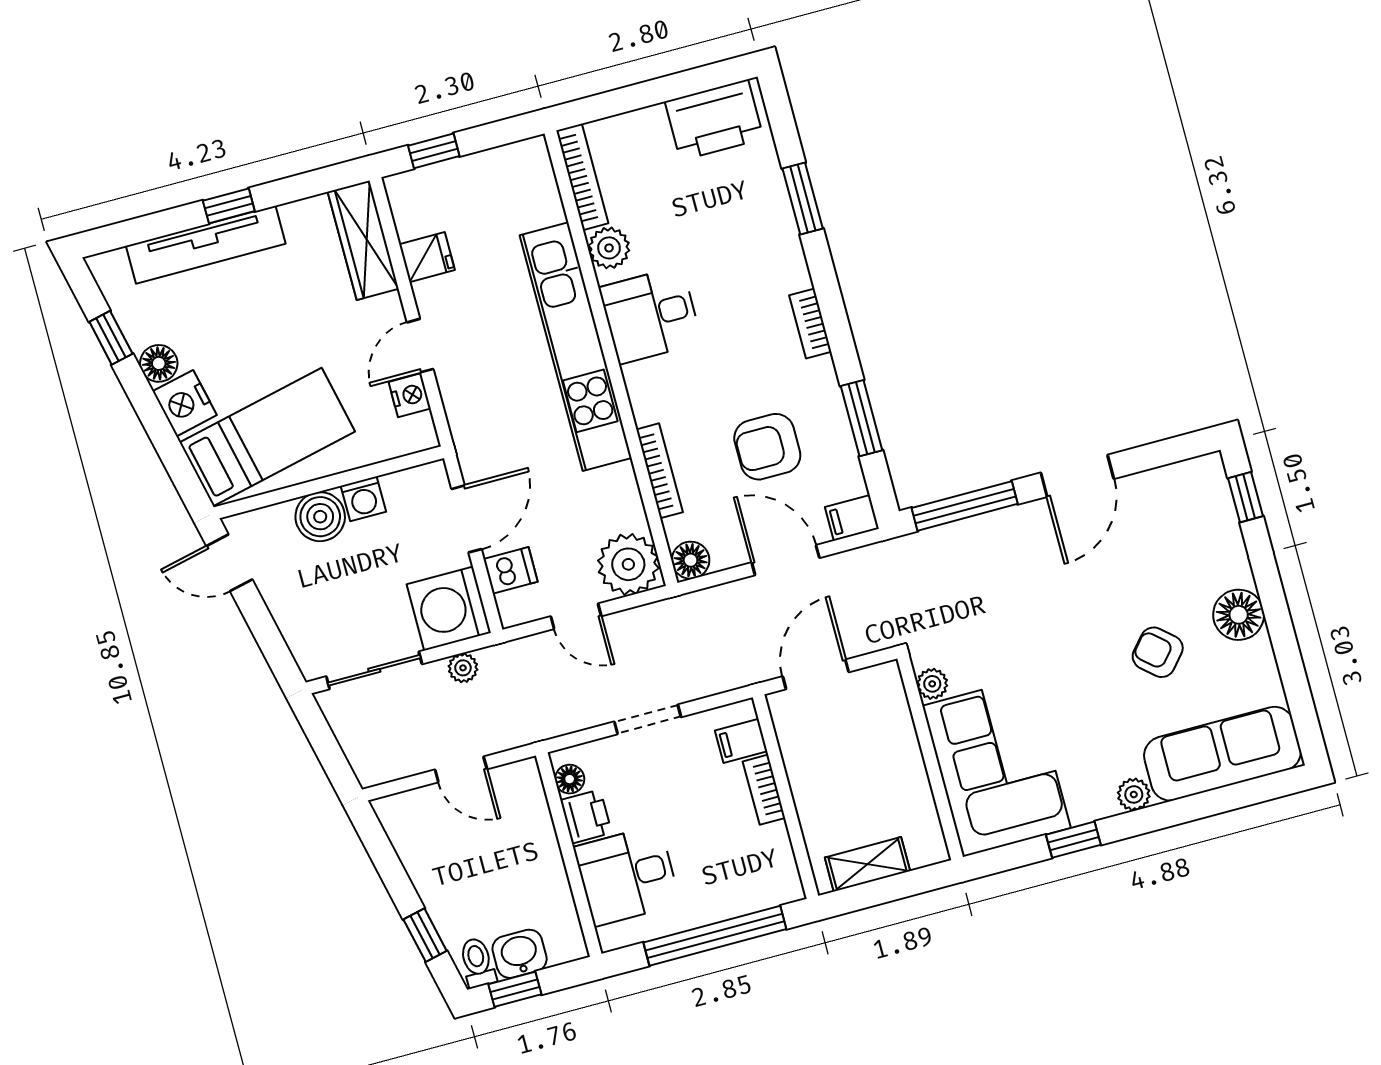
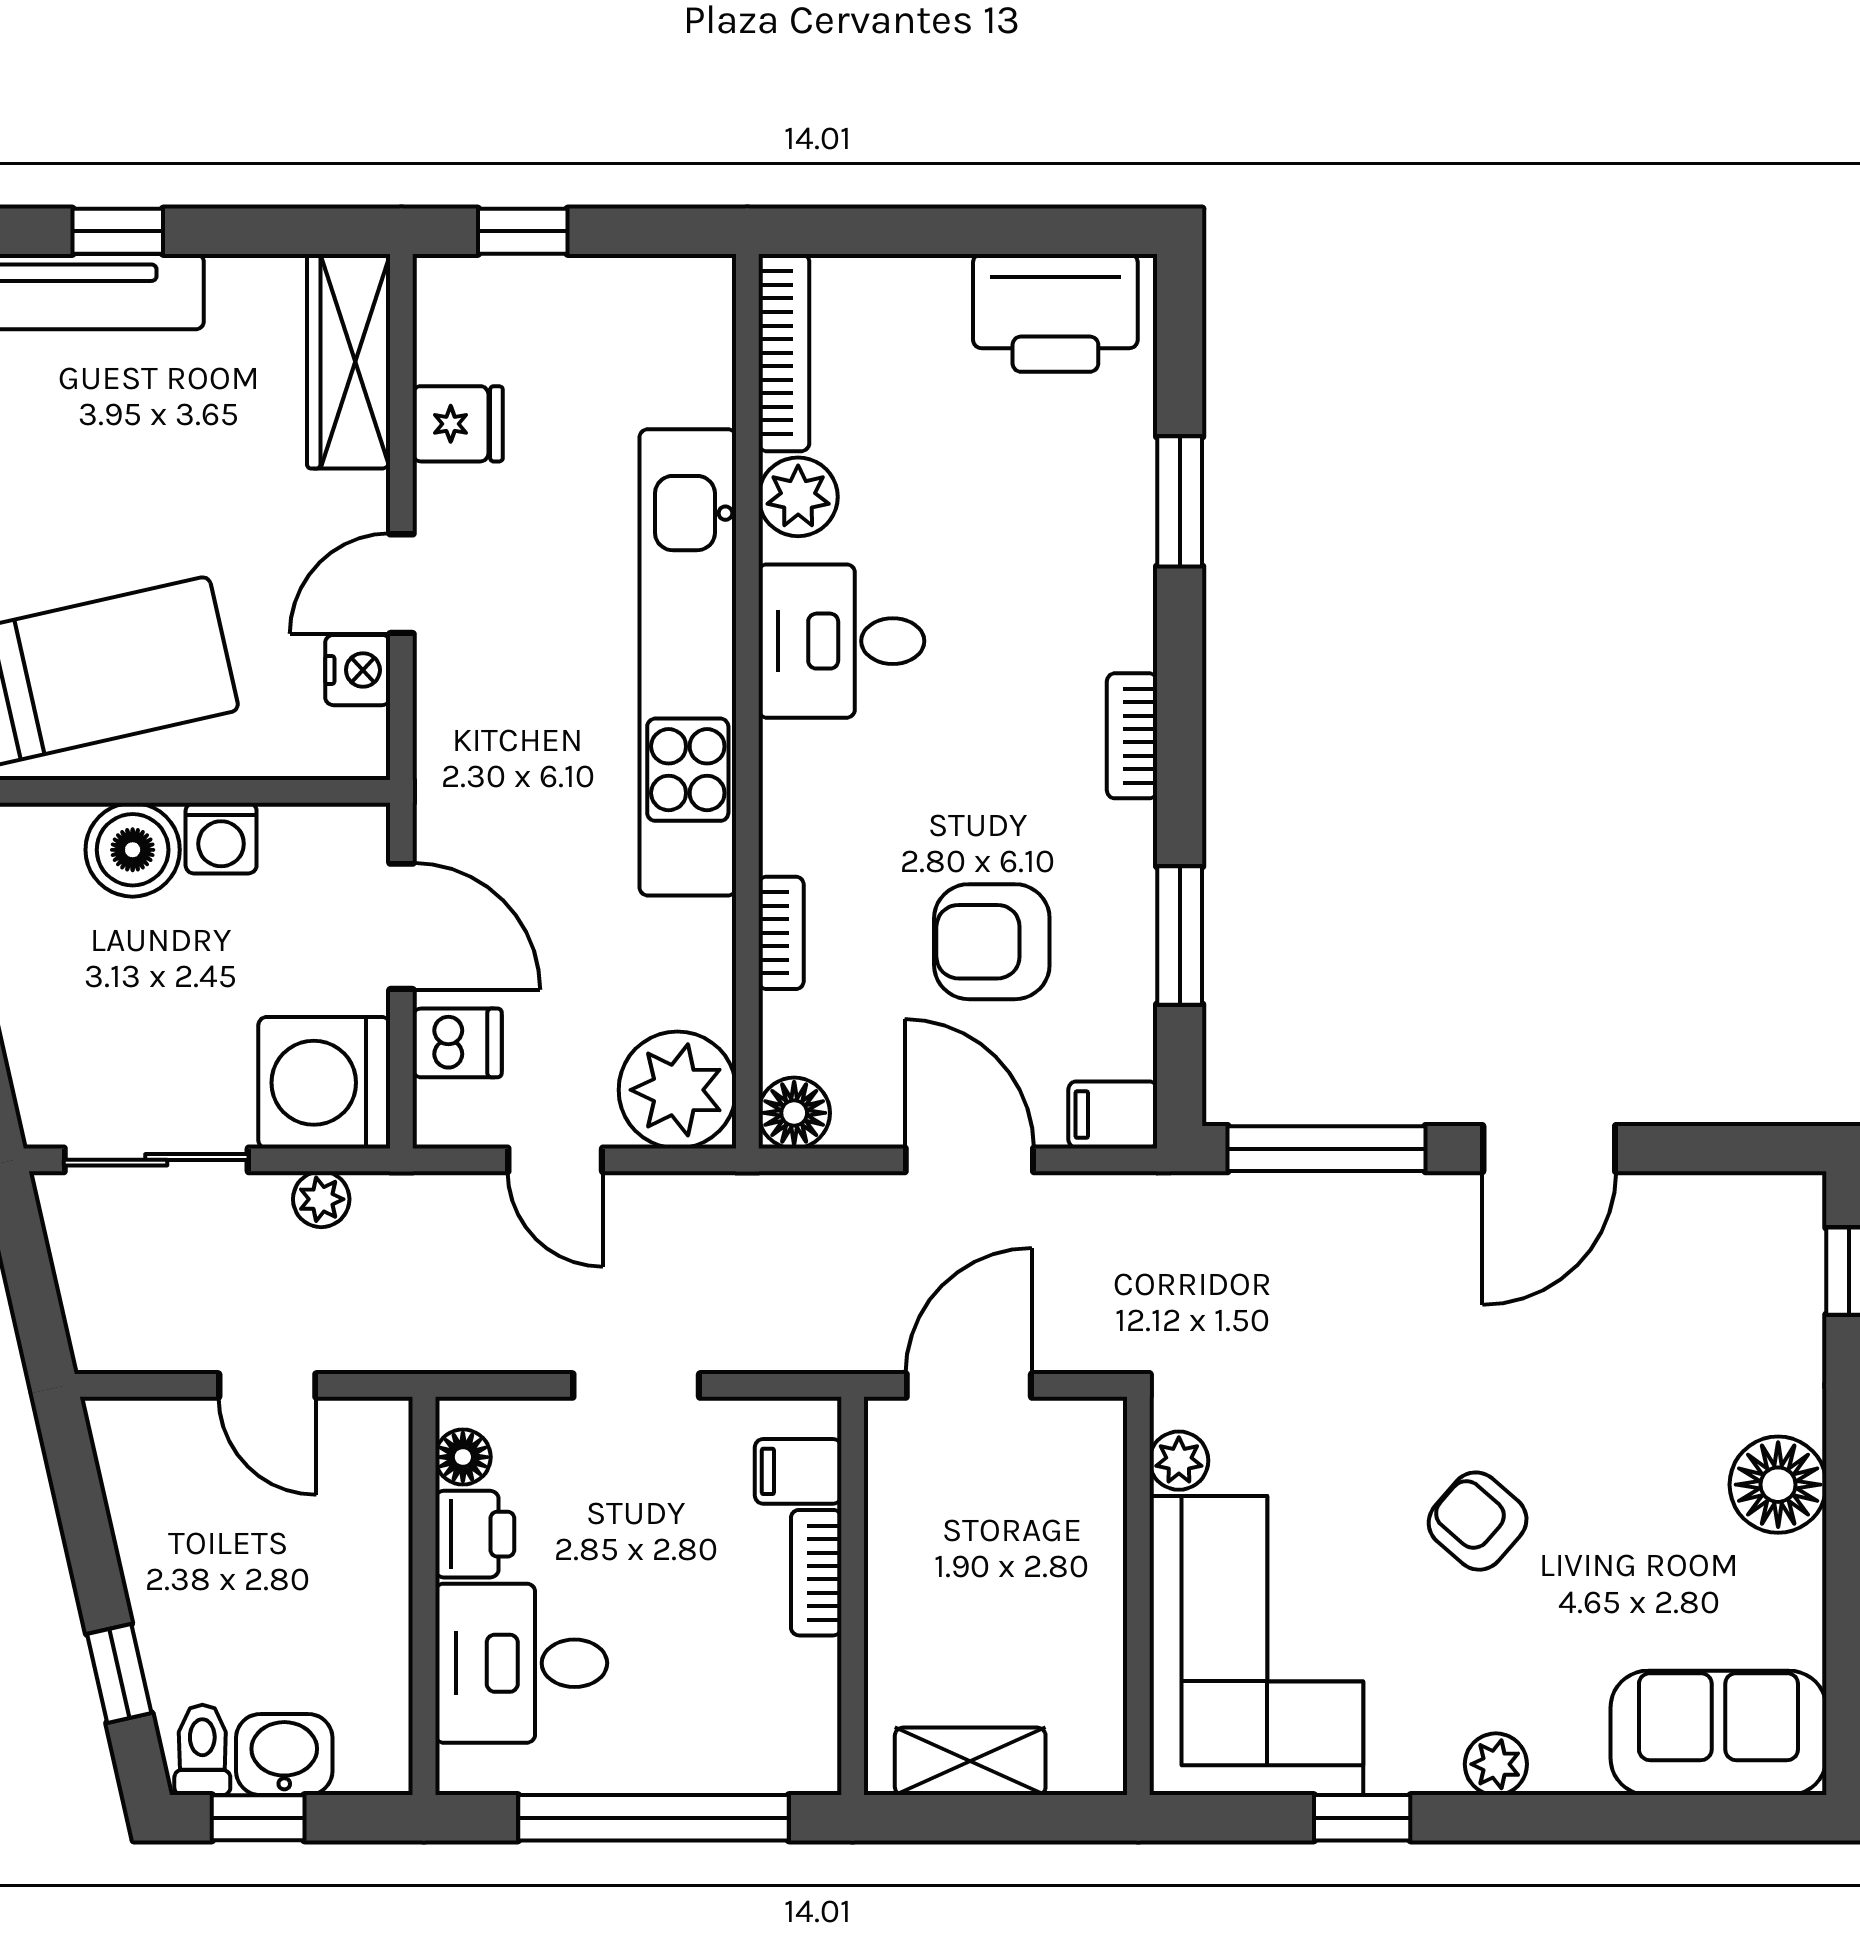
bookcase: (660, 471) -> (781, 933), width x0.64
door: (467, 519) -> (401, 926), hinge flipped
armchair: (1158, 652) -> (1478, 1521), moved
sofa: (1222, 754) -> (1718, 1733), width x0.73

